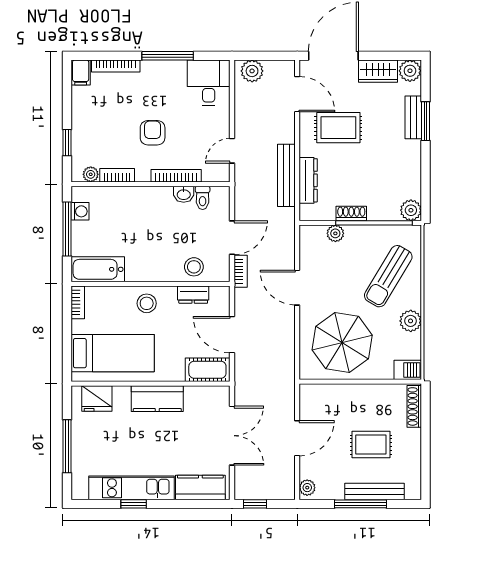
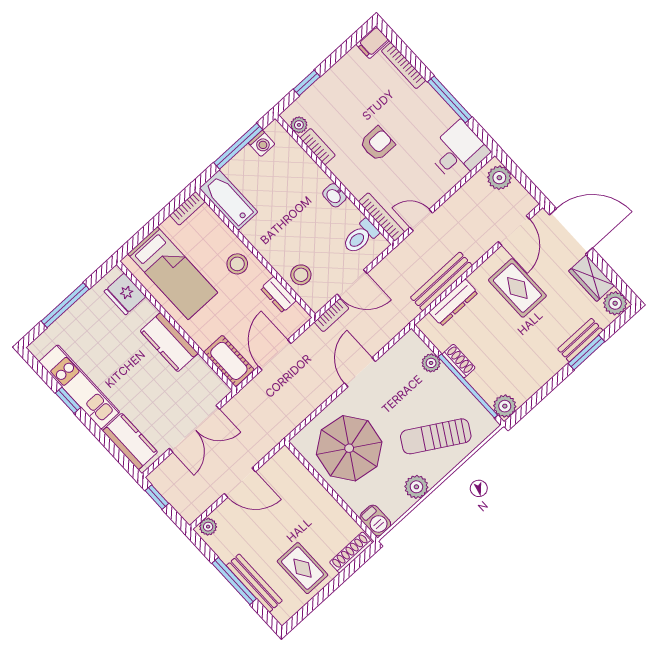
bookcase: (176, 176) -> (382, 217), moved
washbasin: (184, 194) -> (334, 195), moved
toilet: (203, 198) -> (360, 237), width x1.37, depth x1.39
rug: (371, 445) -> (302, 568), moved

